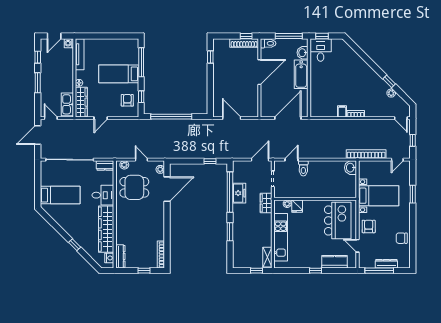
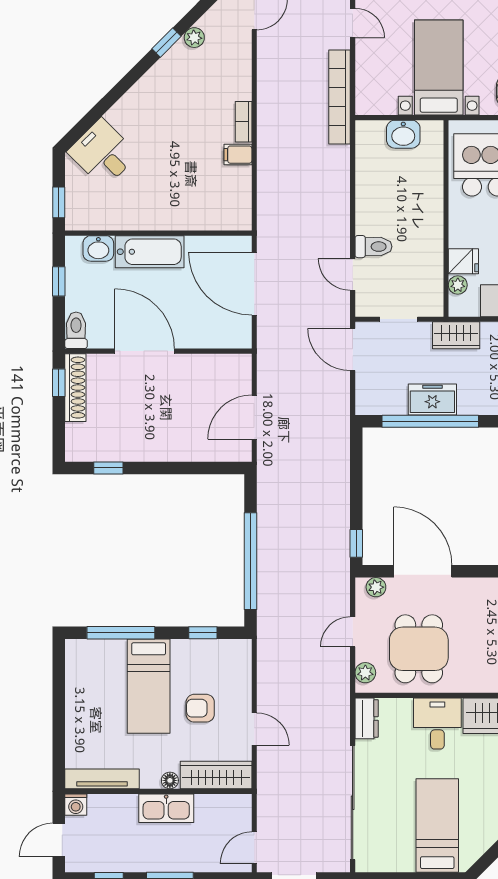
door: (54, 36) -> (59, 840), swing flipped
window: (289, 36) -> (59, 281), width x0.46
desk: (321, 50) -> (103, 153), moved, turned 45
armchair: (127, 100) -> (200, 708), moved
kitchen sink: (67, 104) -> (166, 808), moved
window: (210, 161) -> (356, 543), moved
washbasin: (351, 168) -> (403, 134), moved

